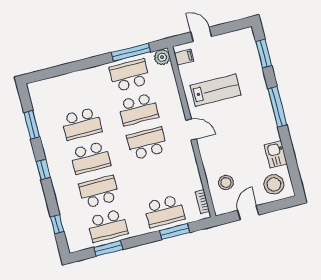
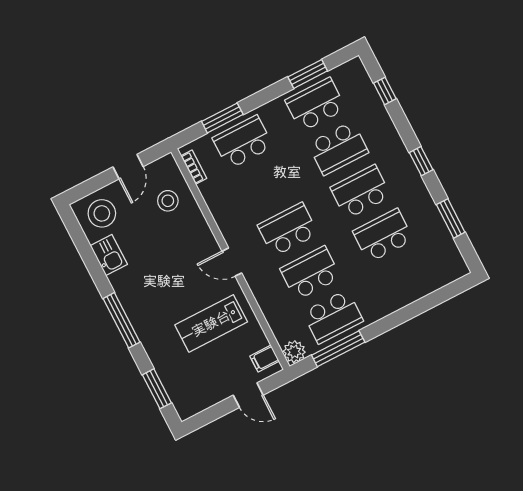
school desk: (147, 143) -> (288, 229), turned 180

